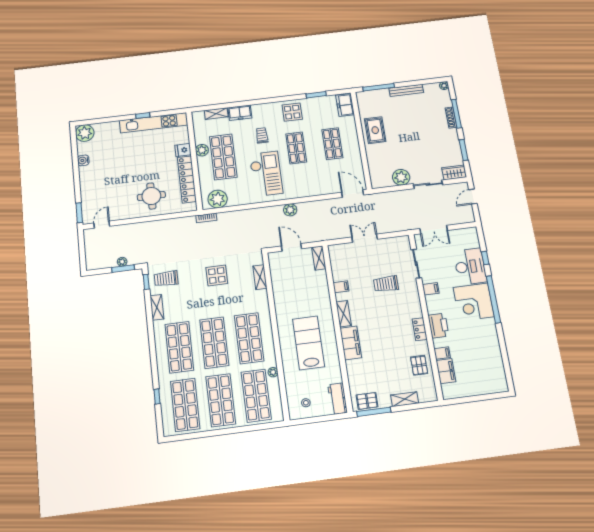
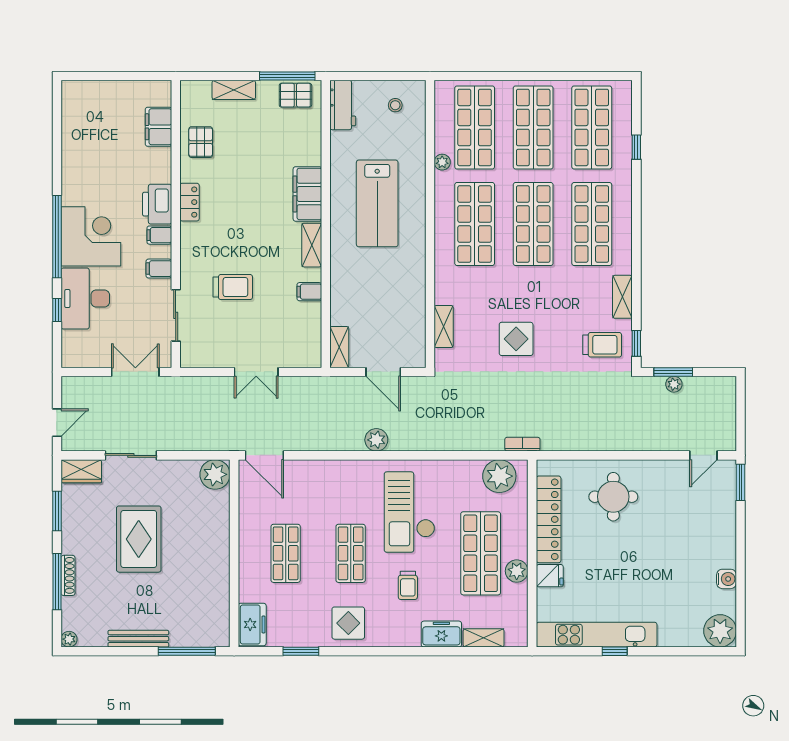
rug: (375, 130) -> (139, 539), moved, width x1.36, depth x1.43
plant: (401, 177) -> (215, 474), moved
filing cabinet: (442, 353) -> (159, 235), moved

